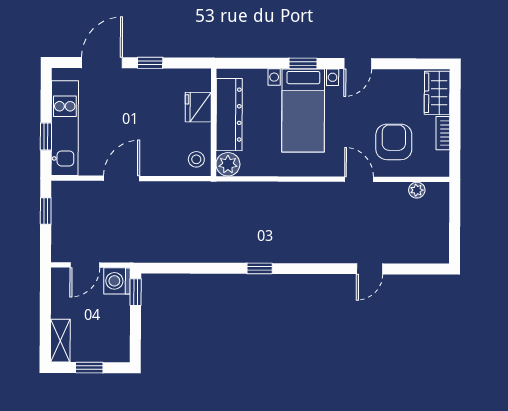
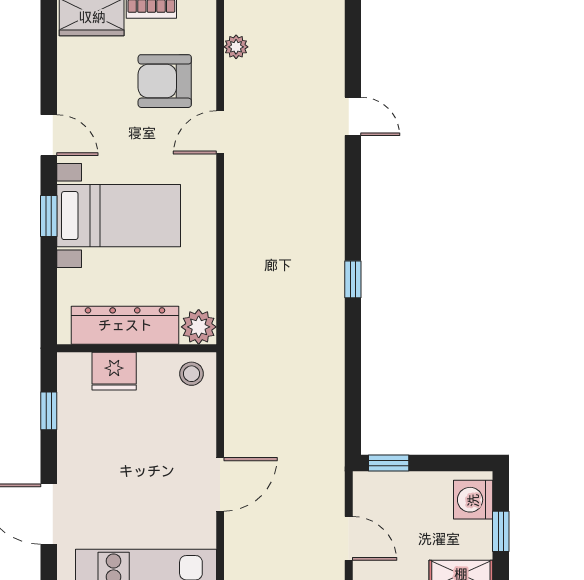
window: (150, 63) -> (49, 411), moved
door: (122, 178) -> (220, 484), swing flipped
washing machine: (117, 281) -> (473, 500), moved, turned 90

